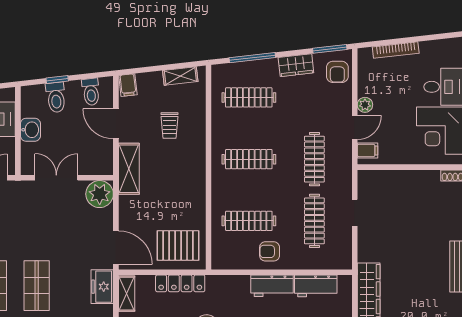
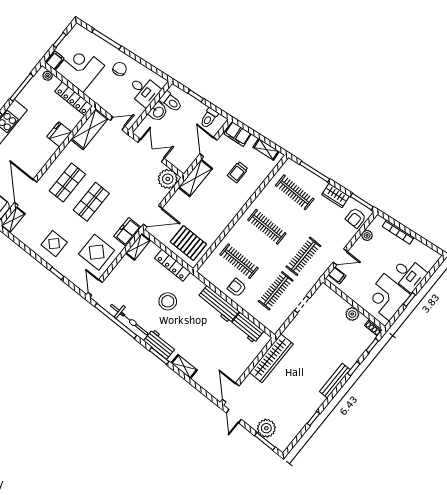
filing cabinet: (128, 85) -> (238, 134), width x2.00
toilet: (56, 97) -> (171, 102), moved, turned -84
plant: (365, 105) -> (367, 235), moved
plant: (418, 179) -> (352, 314), added
door: (116, 248) -> (153, 216), hinge flipped
workbench: (272, 286) -> (218, 304), width x1.38

